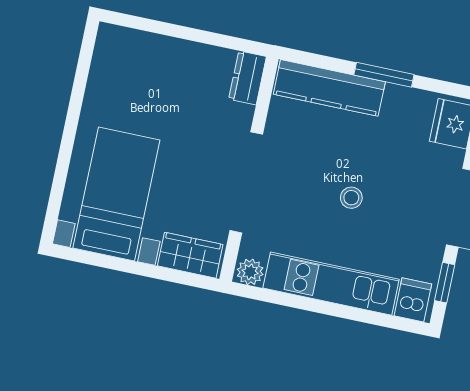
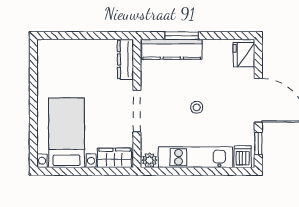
window: (384, 75) -> (182, 36), moved
dresser: (248, 78) -> (125, 59), width x1.44
doorway: (246, 182) -> (137, 111), width x0.73

